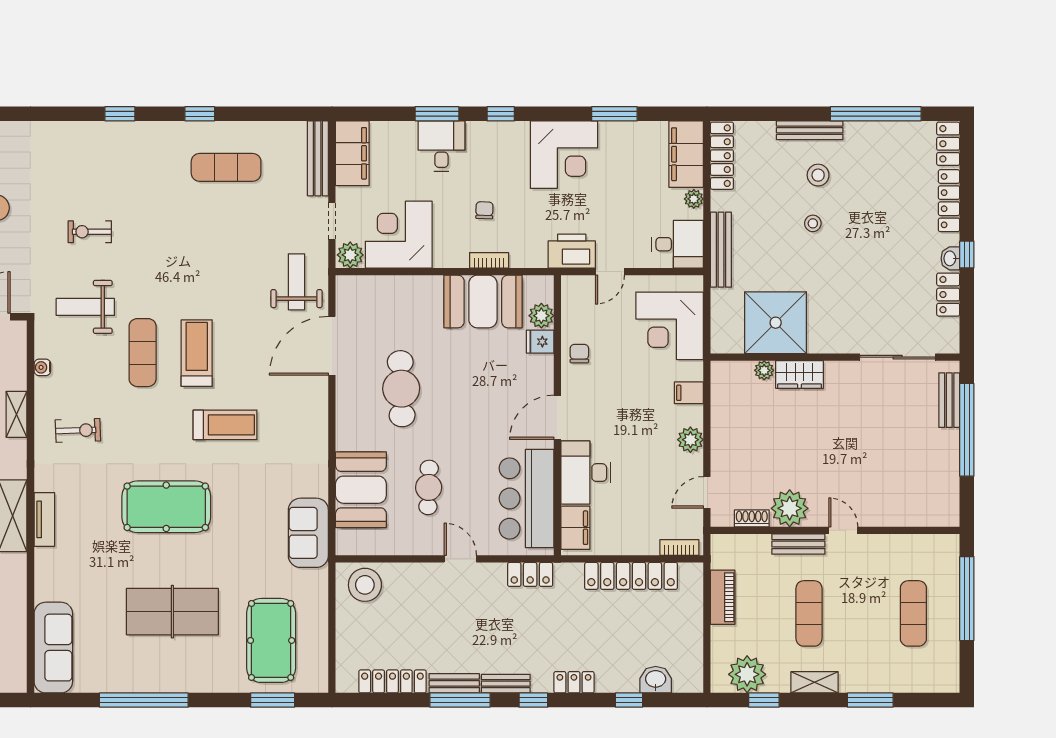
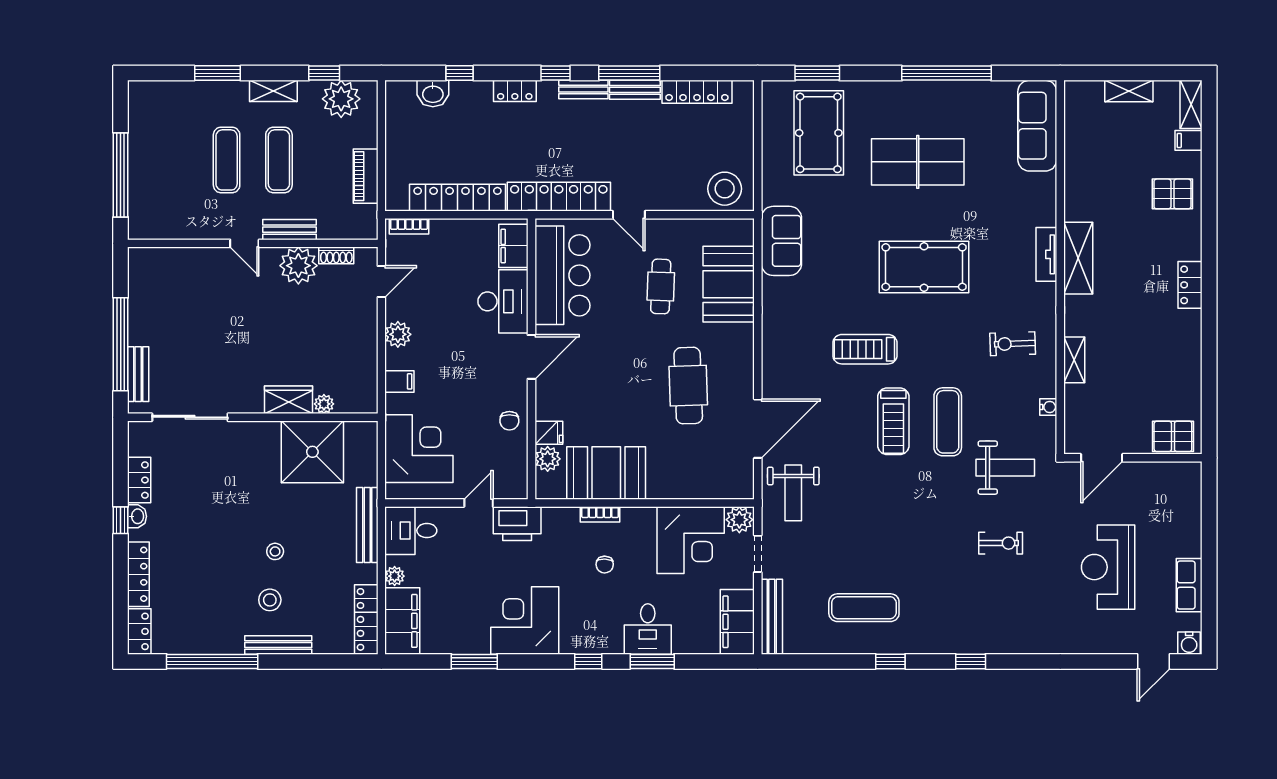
locker: (530, 574) -> (559, 197), width x2.16, depth x1.21
exercise mat: (913, 613) -> (227, 160), moved

